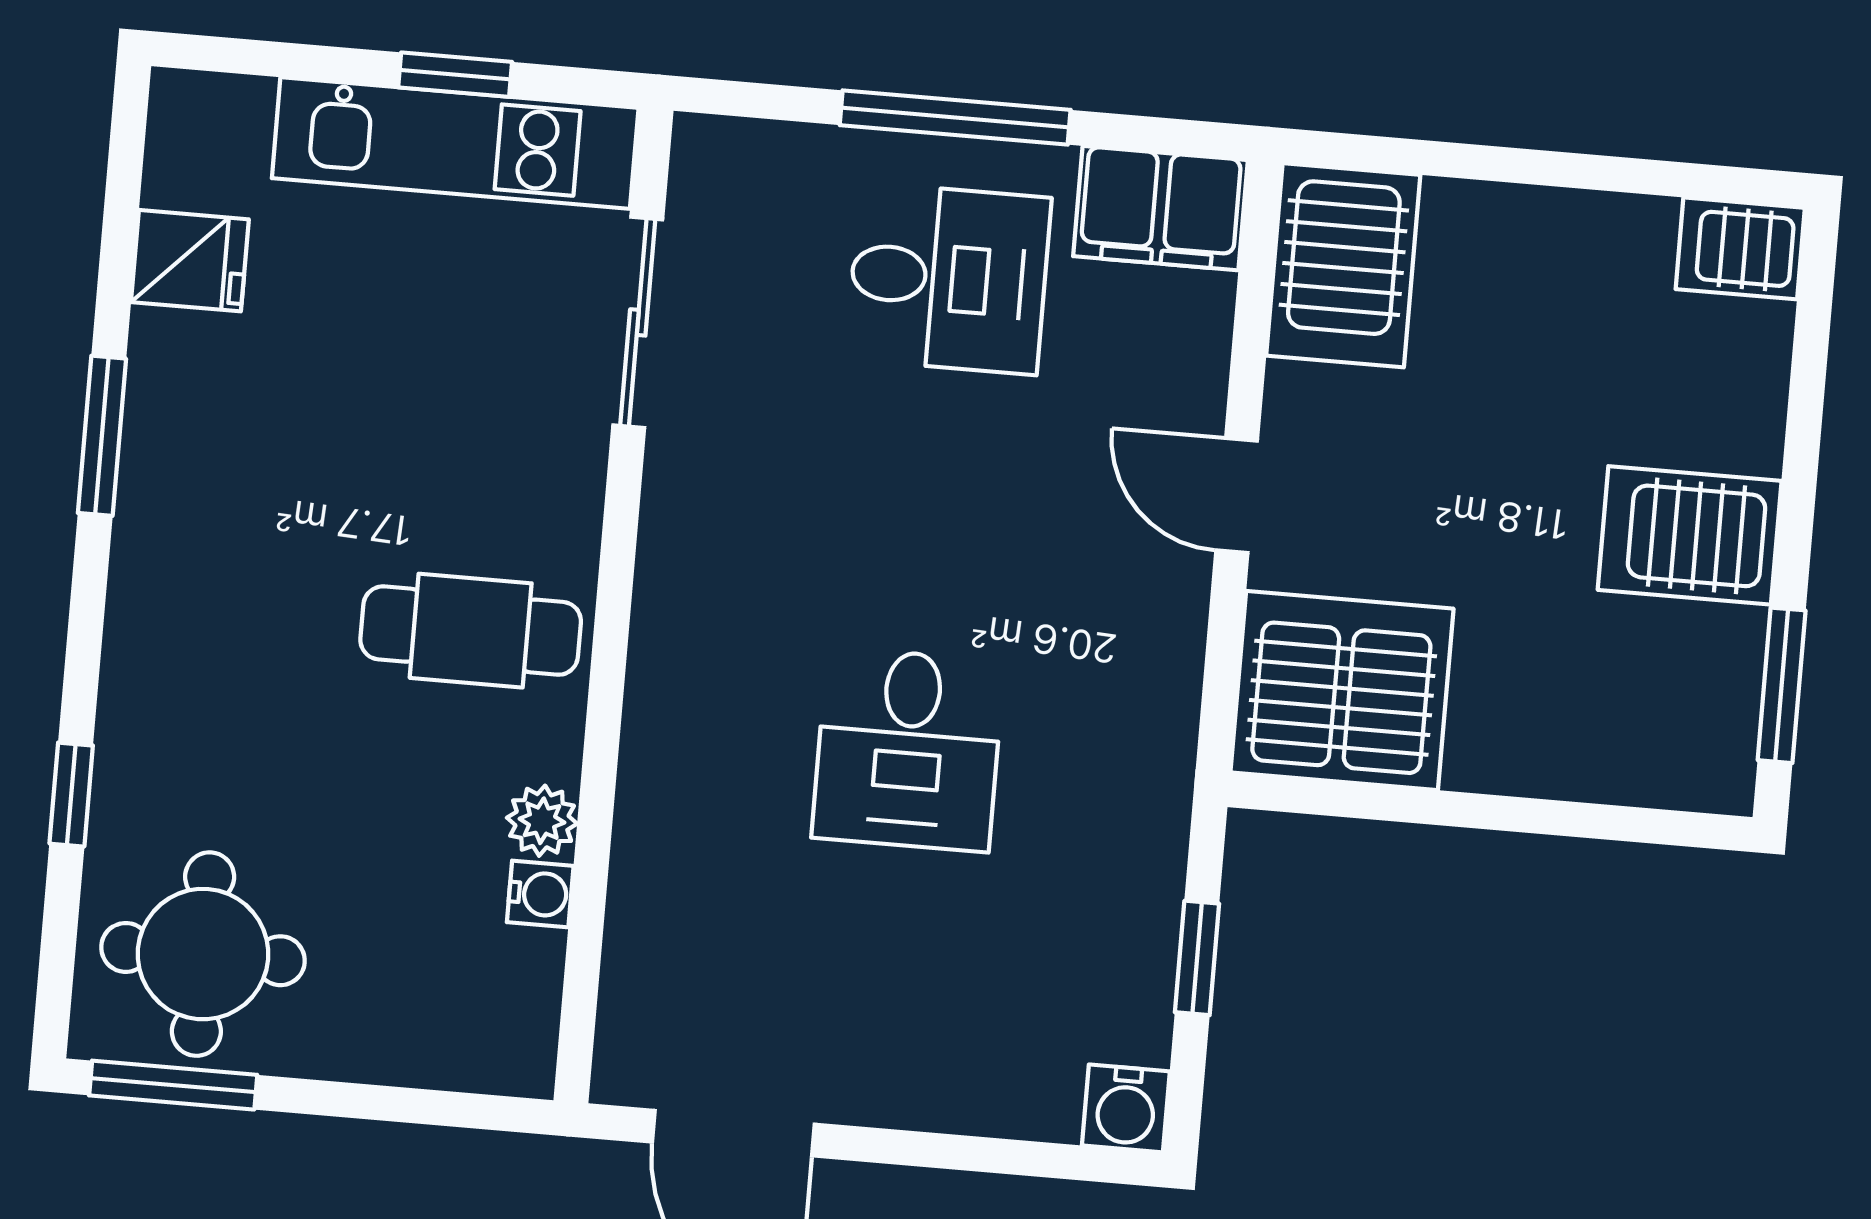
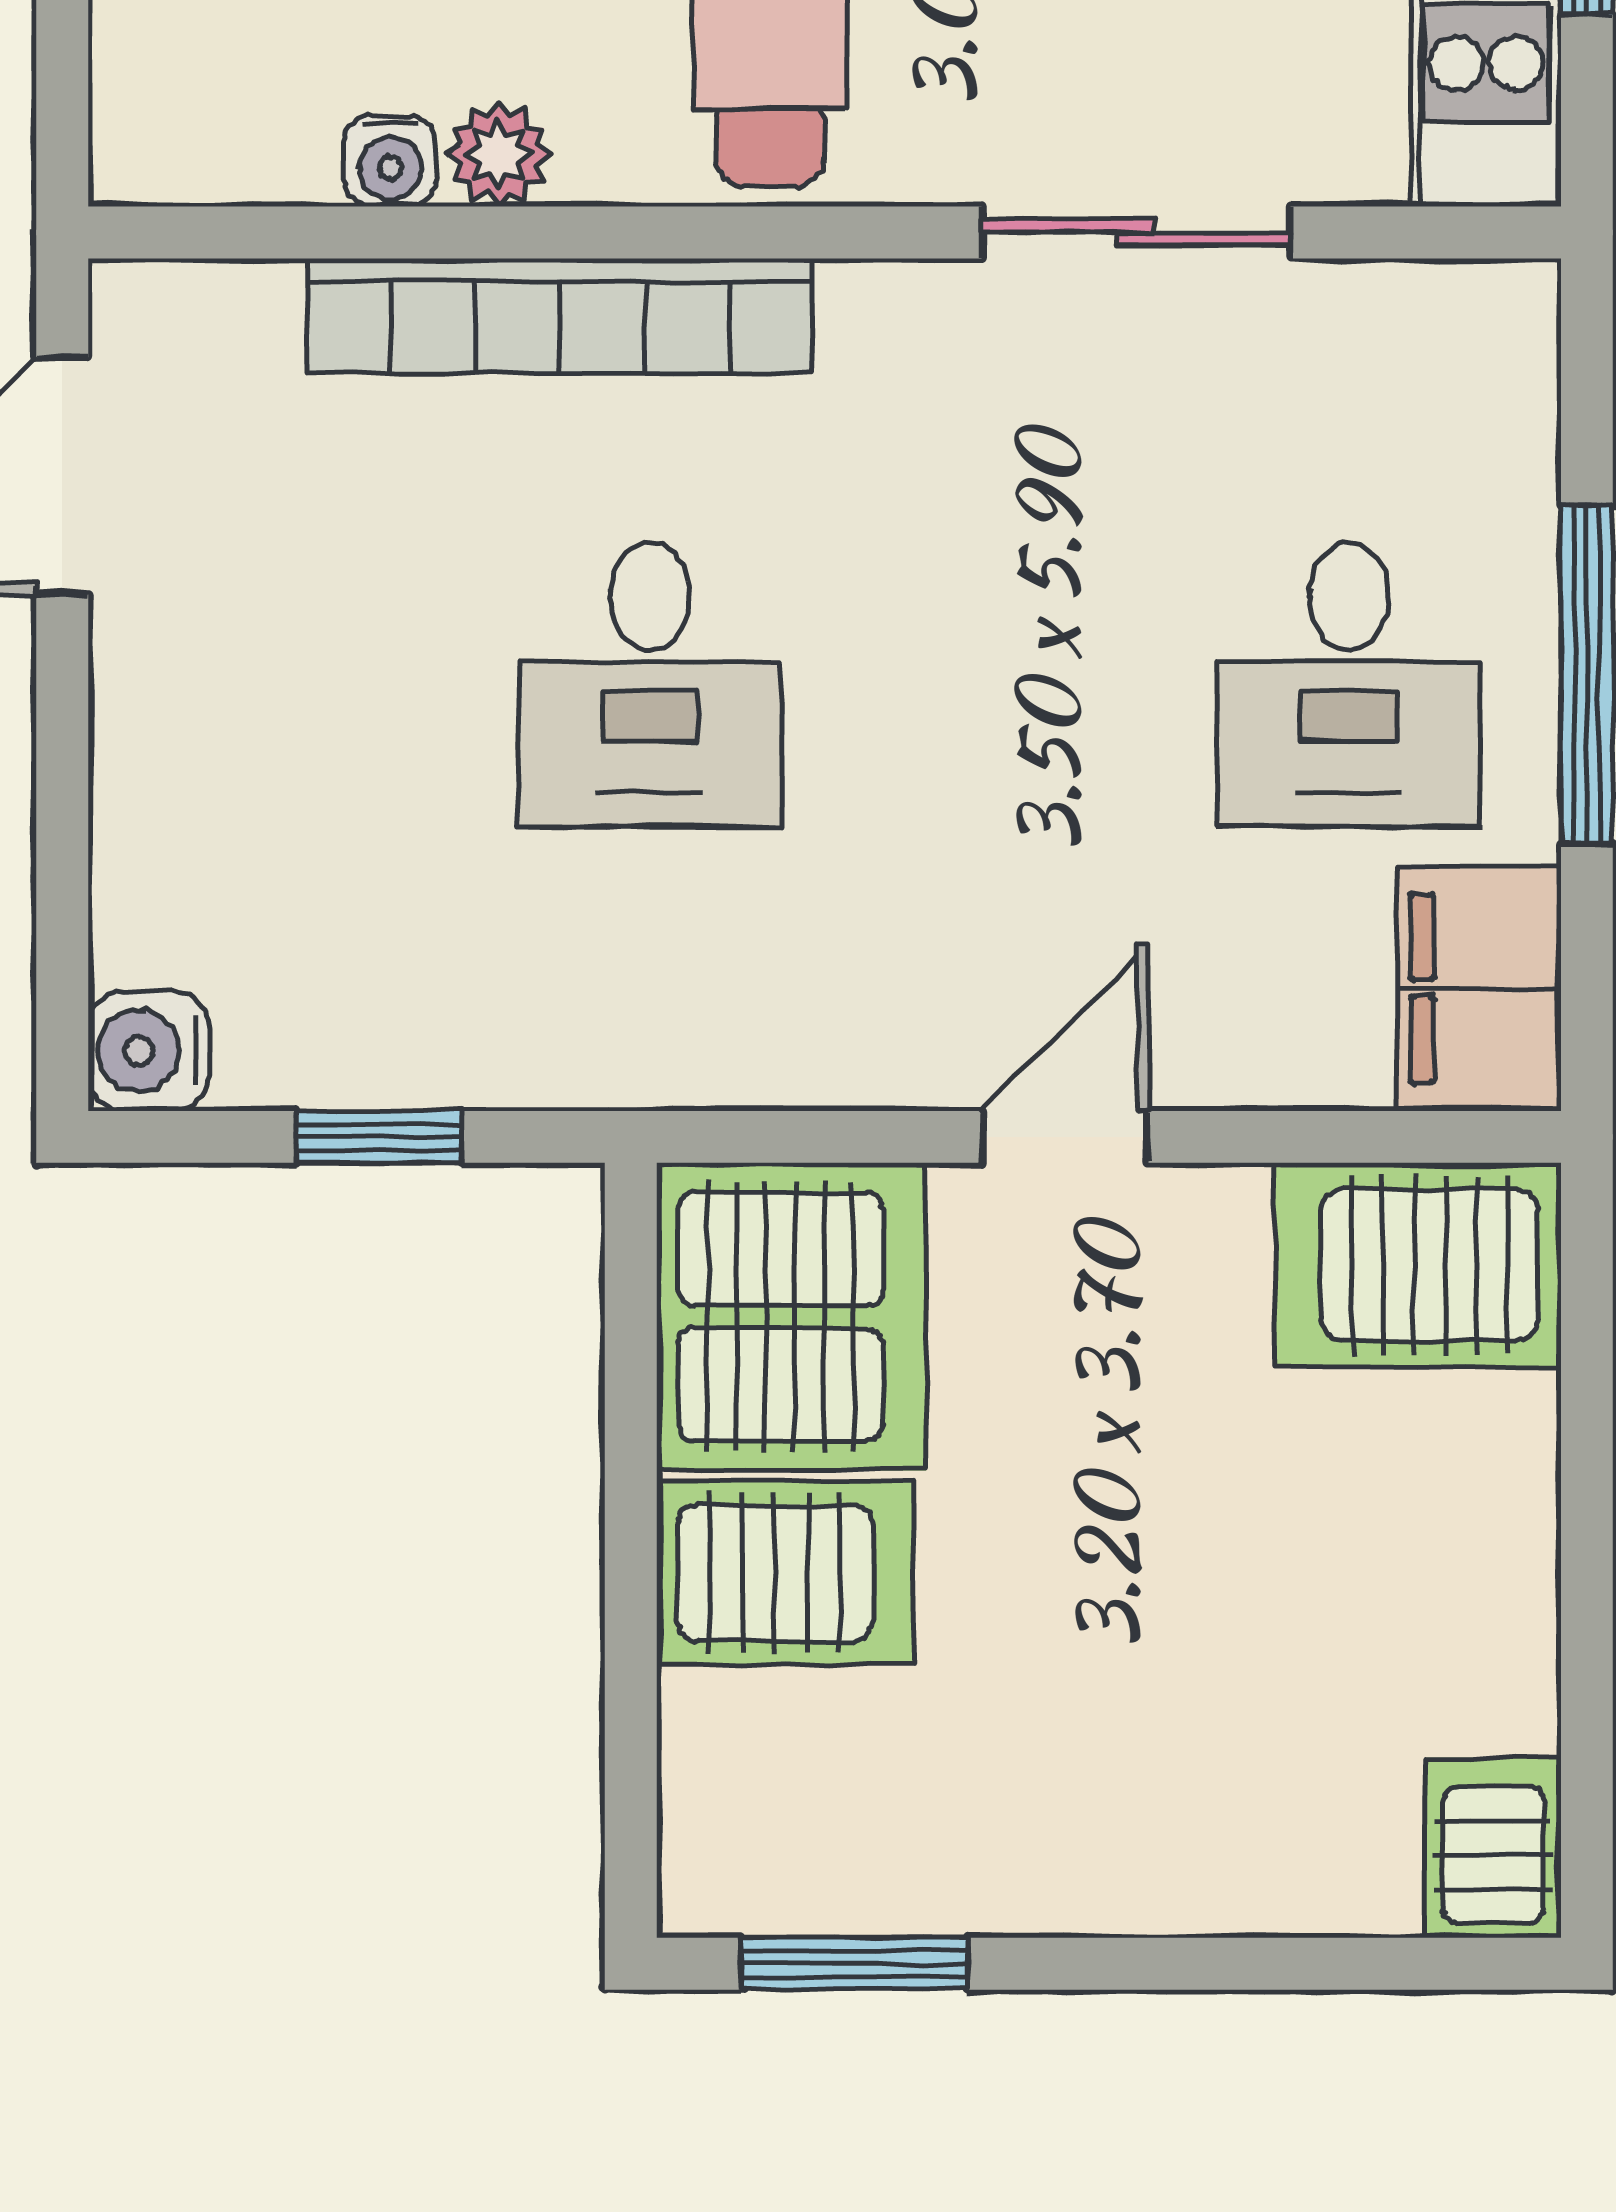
sliding door: (638, 322) -> (1136, 232), moved
server rack: (1690, 535) -> (785, 1573), moved, turned 90
desk: (908, 749) -> (650, 685), turned -90
bookcase: (654, 788) -> (560, 316), added

